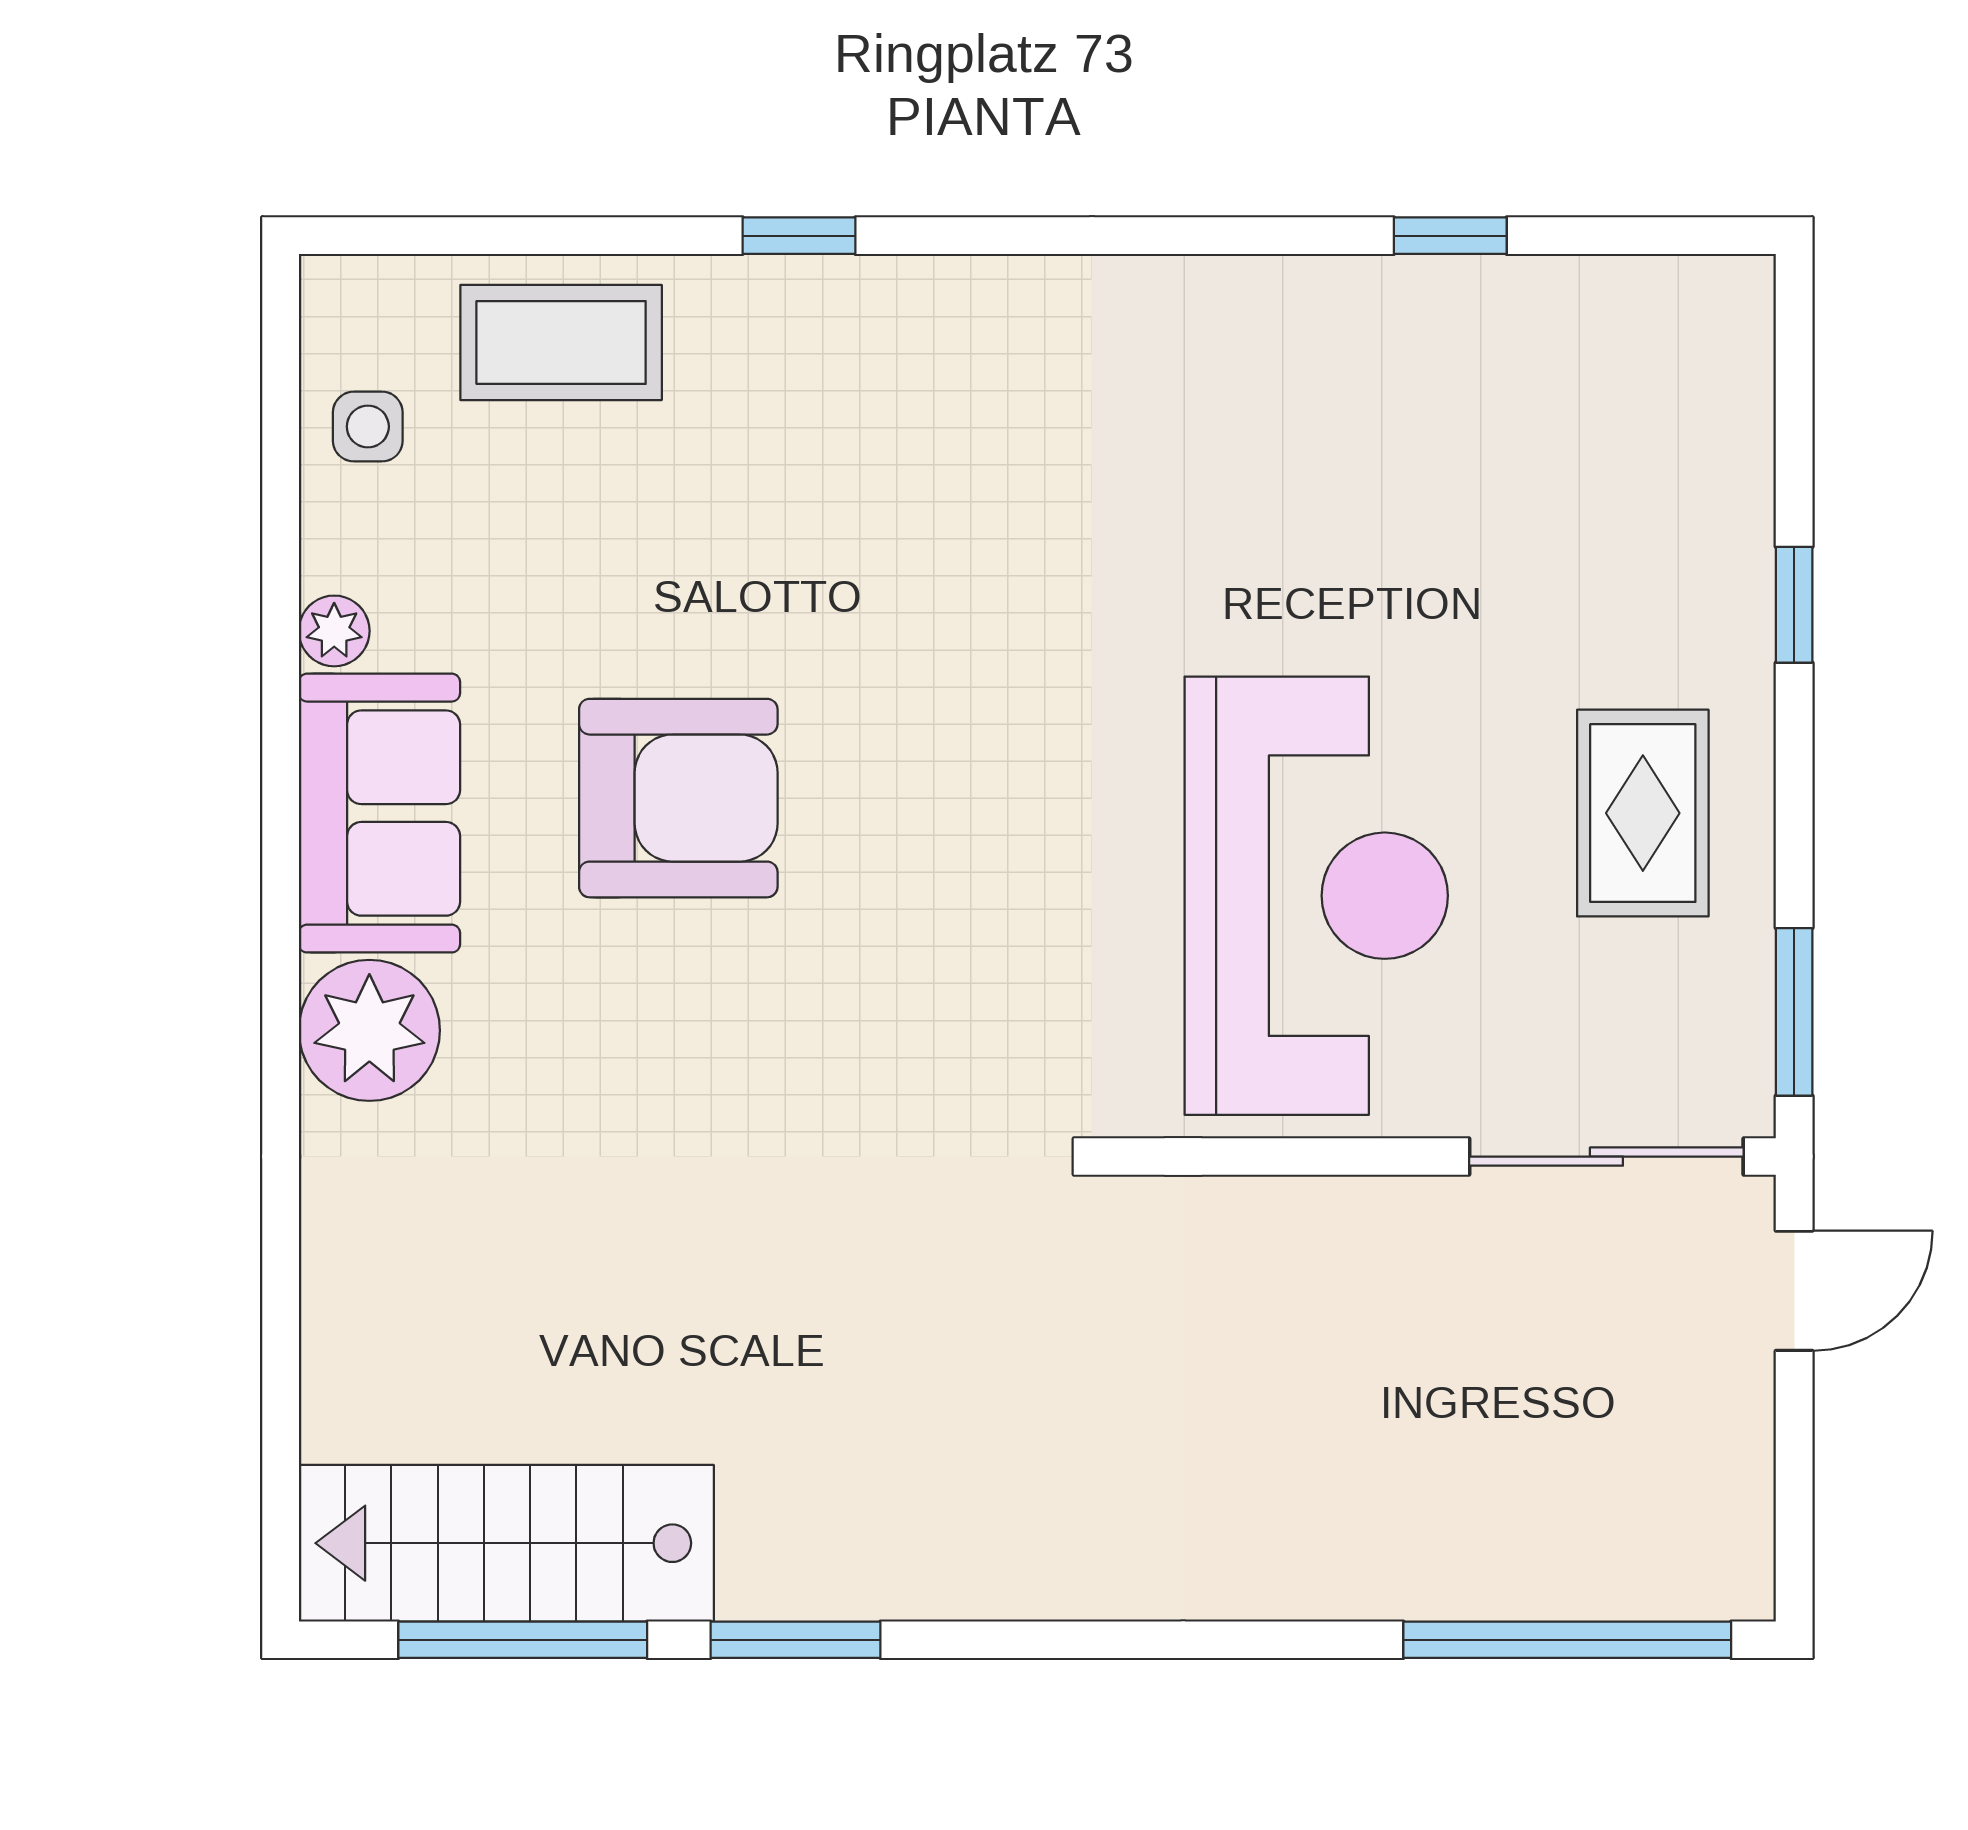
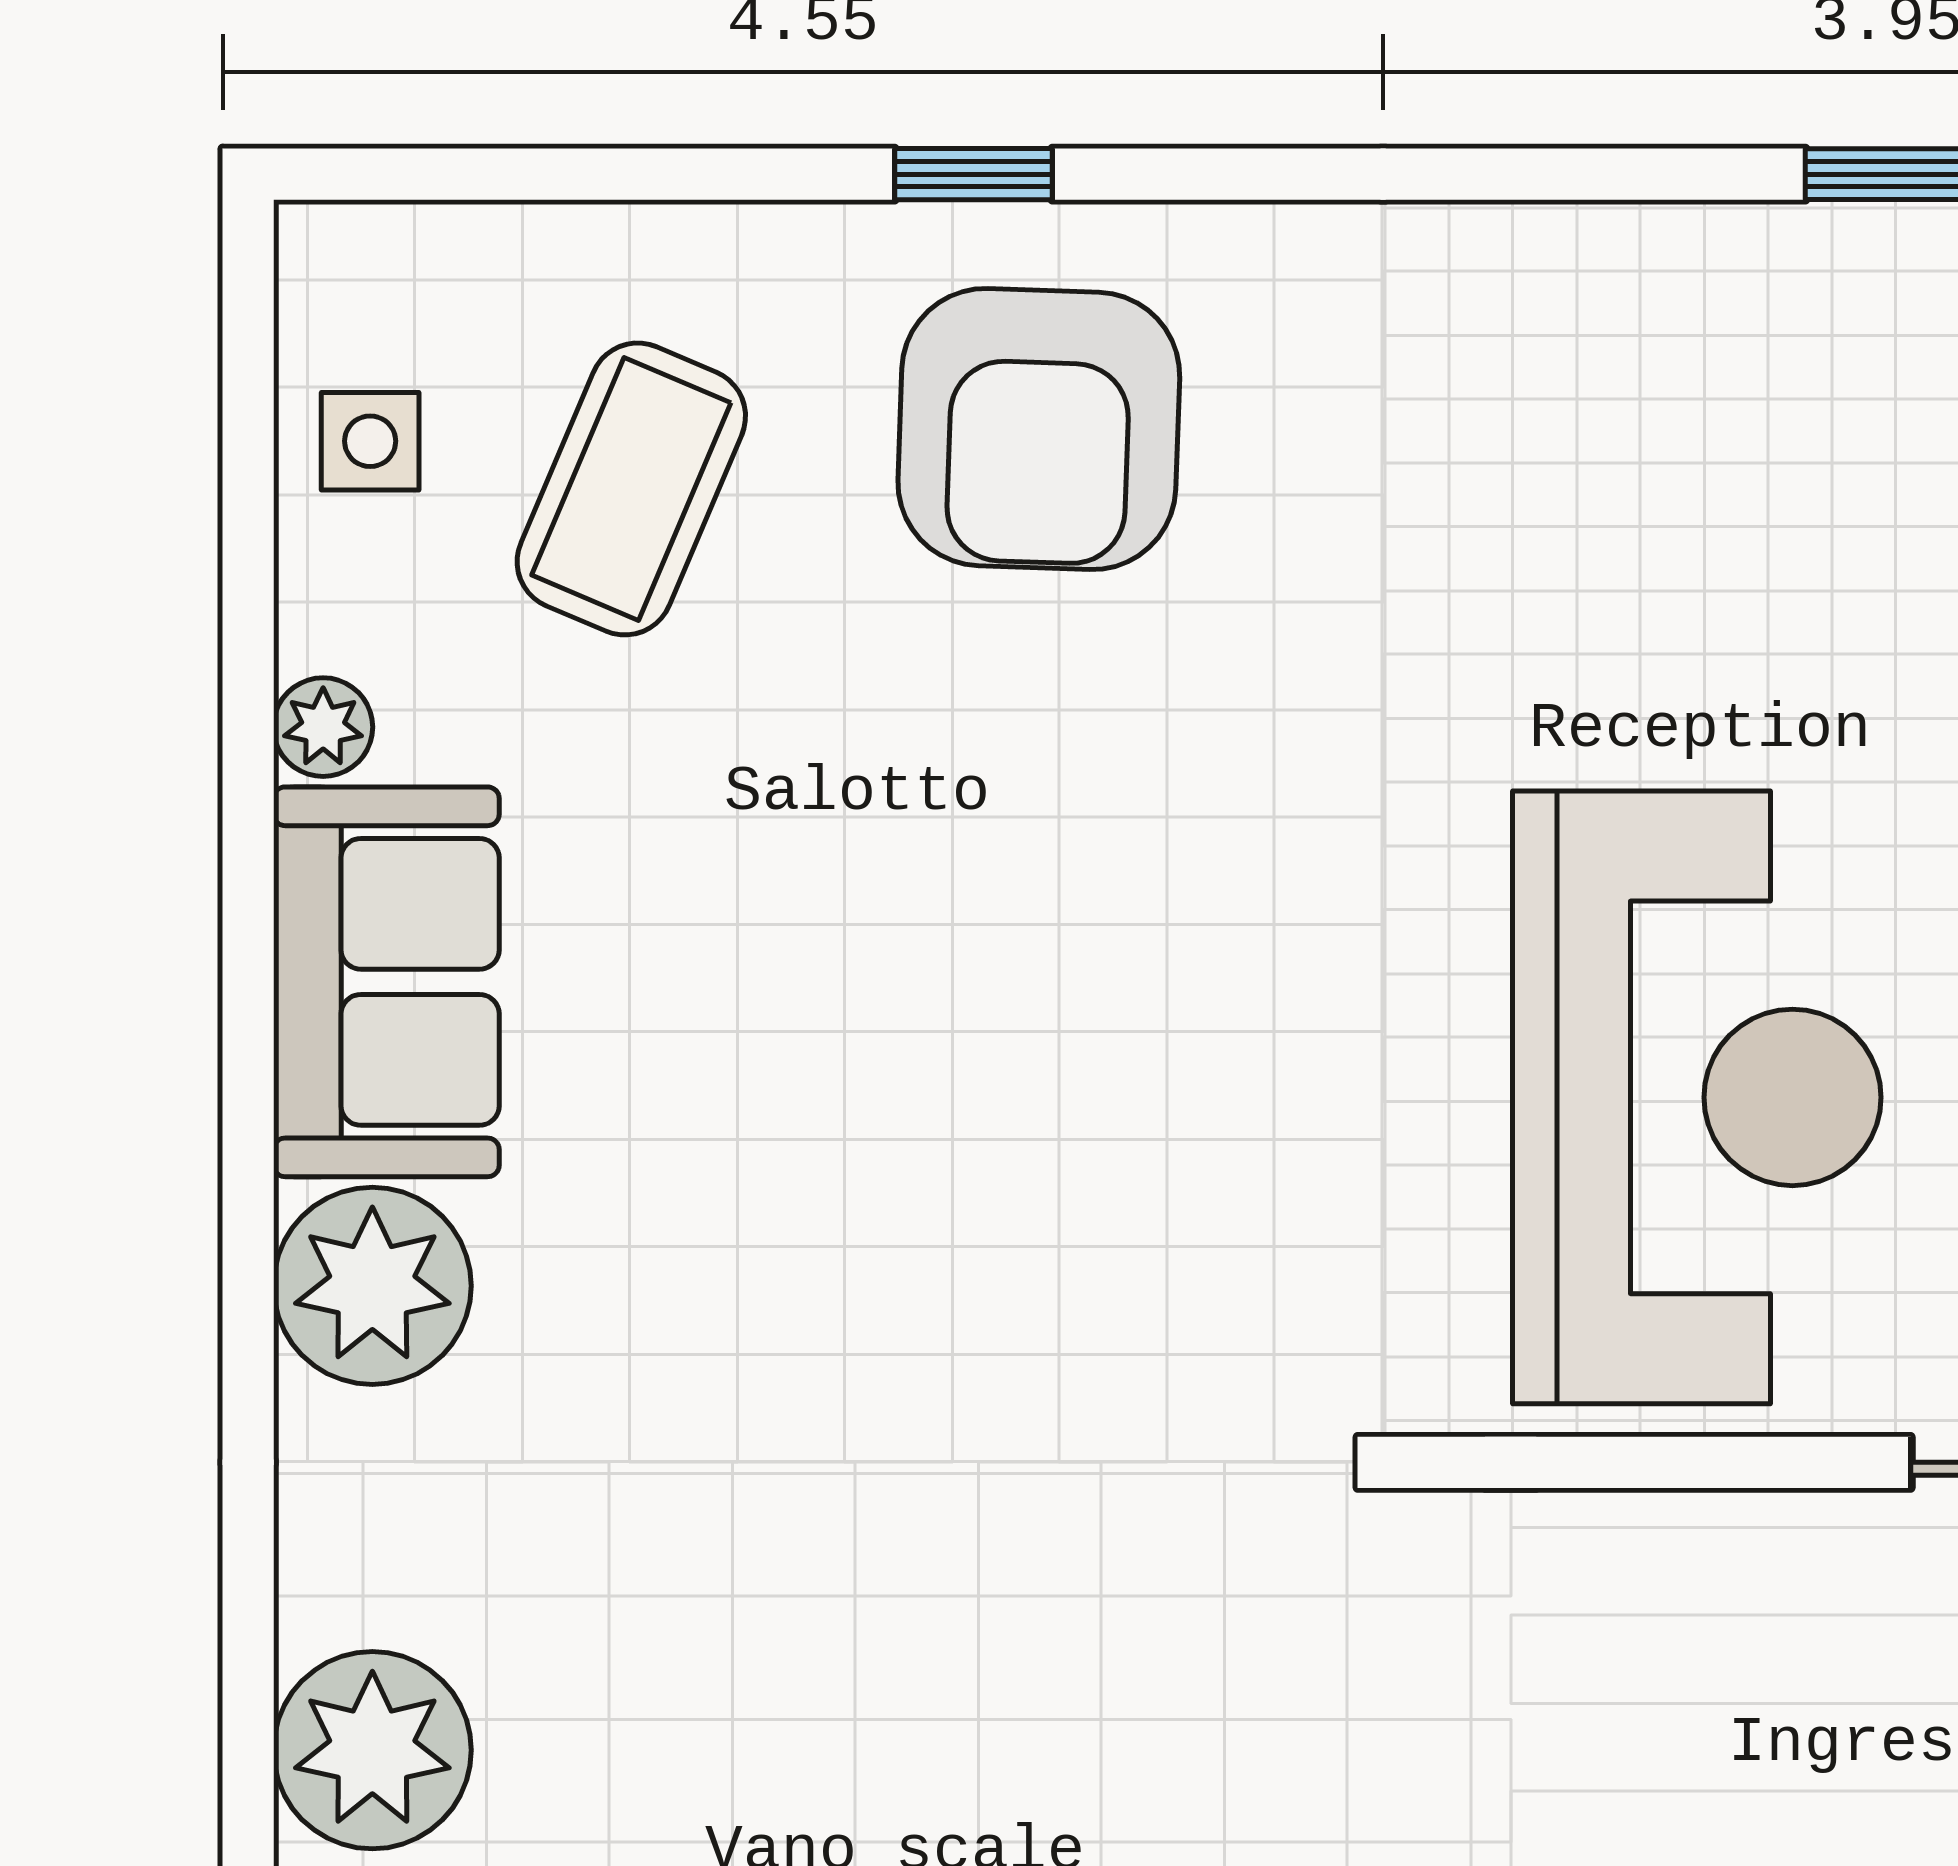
coffee table: (561, 343) -> (631, 489), moved, turned -67
armchair: (678, 798) -> (1039, 429), moved, turned 92
plant: (369, 1362) -> (372, 1750), added

